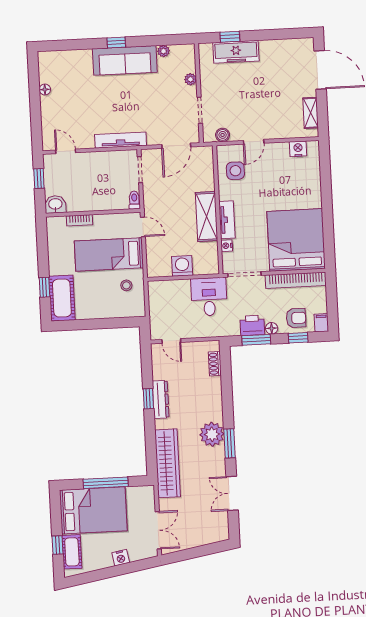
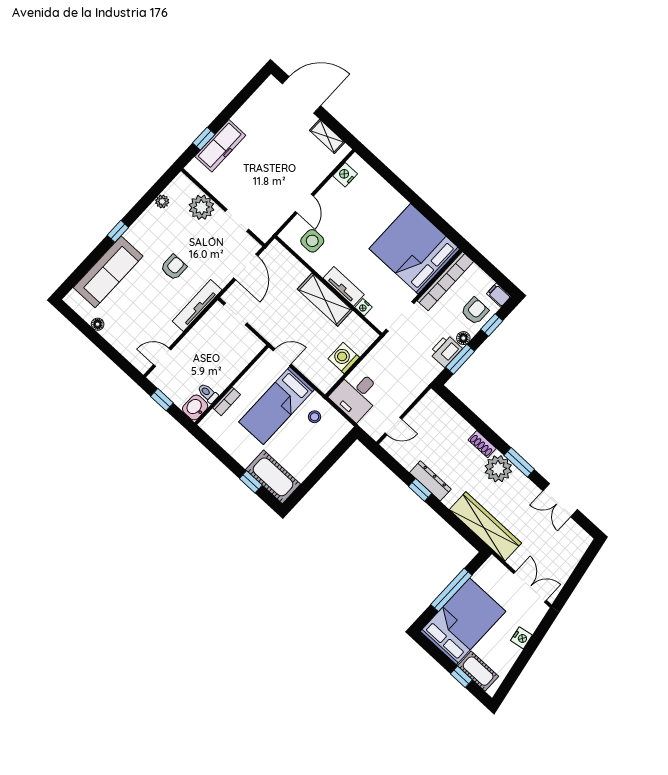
sofa: (125, 60) -> (108, 272), moved
plant: (191, 79) -> (202, 207), width x1.88, depth x1.88
armchair: (130, 101) -> (174, 267), added
boiler: (223, 135) -> (274, 222), removed
toilet: (134, 200) -> (208, 393), moved
desk: (209, 297) -> (356, 395), moved, turned -90
shoe rack: (215, 364) -> (482, 444), moved

